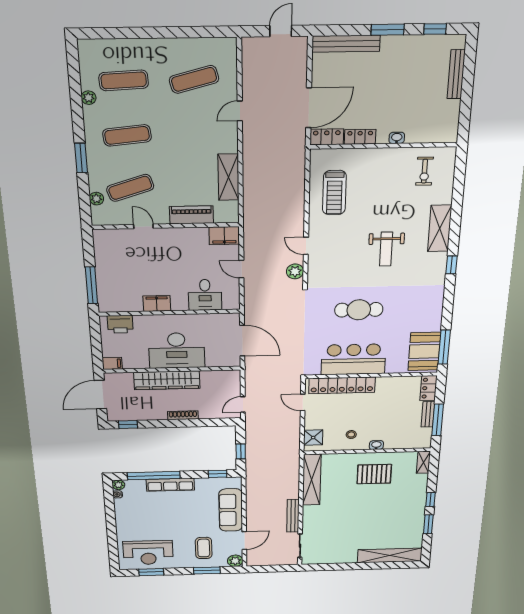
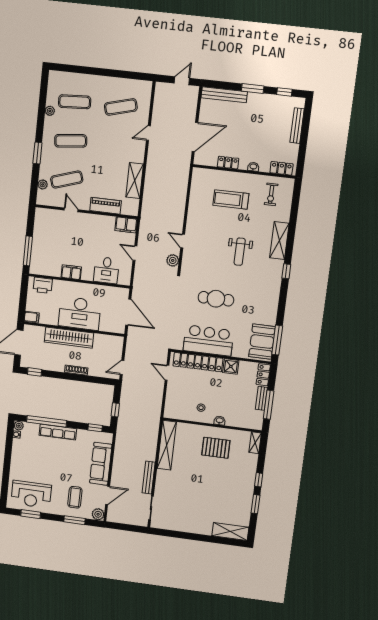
locker: (327, 137) -> (281, 168), moved
treadmill: (334, 193) -> (231, 199), moved, turned 90
shower: (313, 438) -> (231, 366), moved
shelving: (390, 556) -> (230, 532), width x0.68

